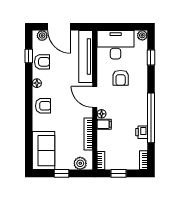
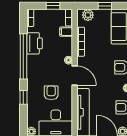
window: (151, 57) -> (23, 97), moved
filing cabinet: (104, 124) -> (66, 32), moved
printer: (142, 132) -> (34, 43), width x1.87, depth x1.48

